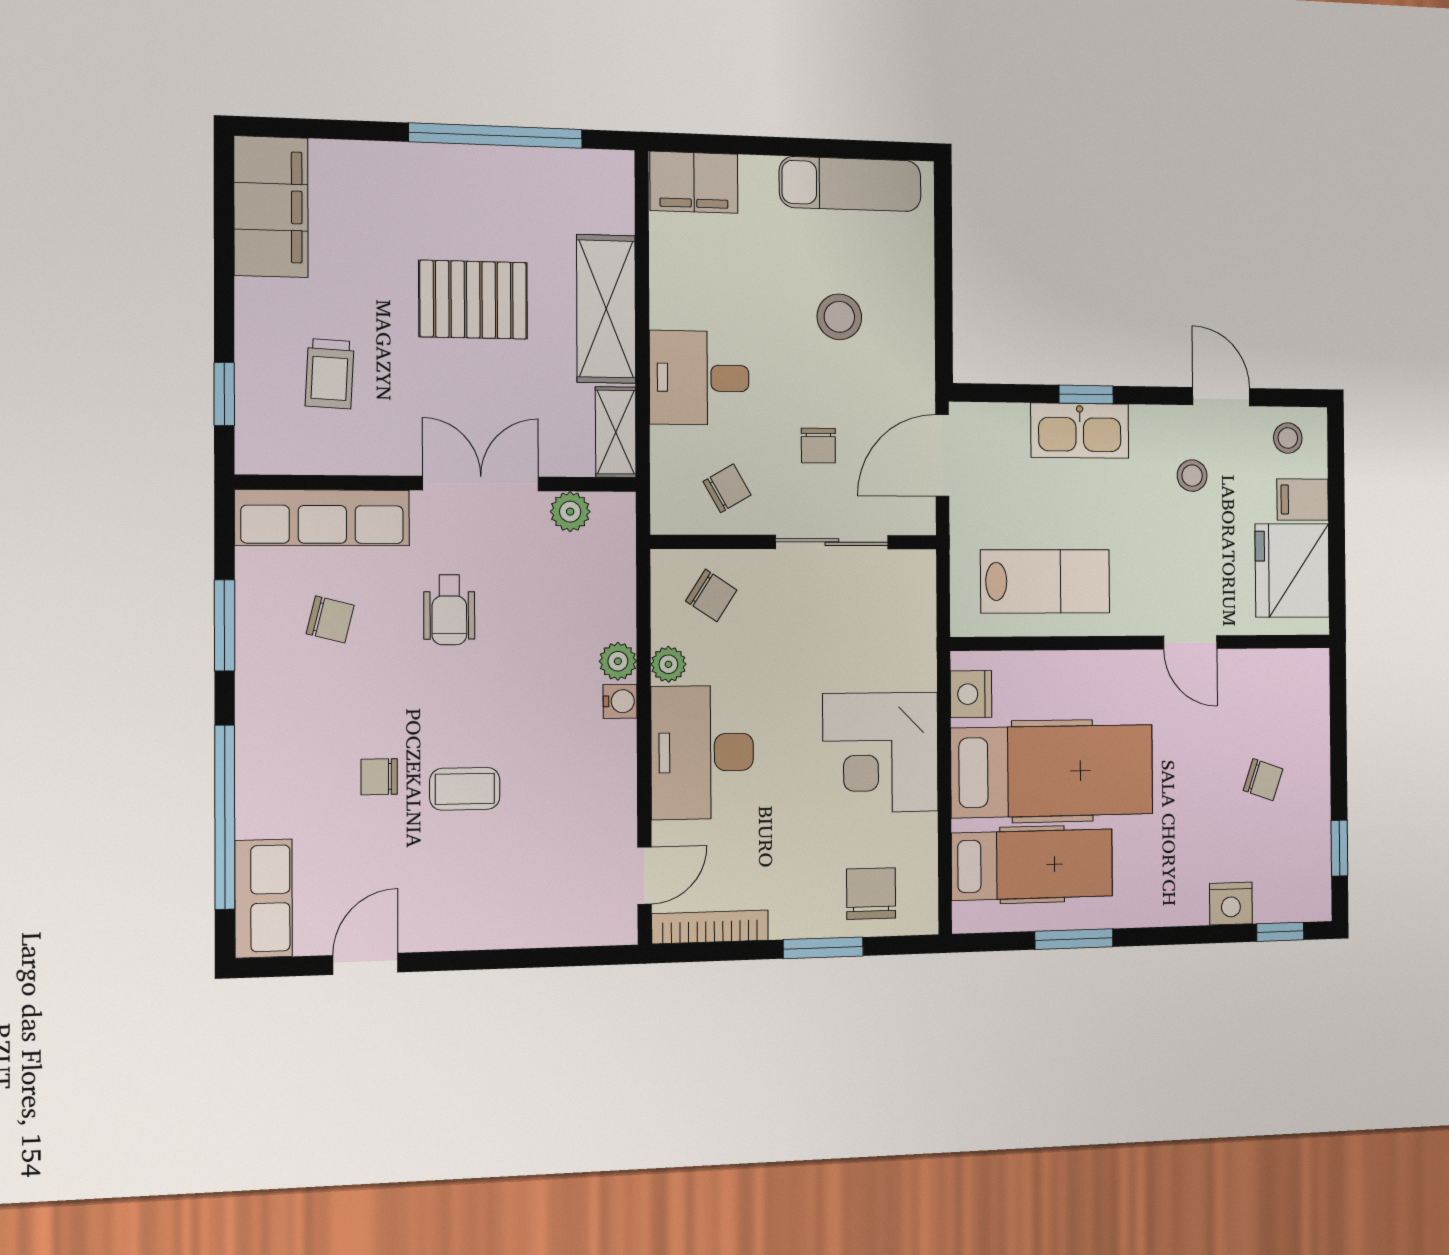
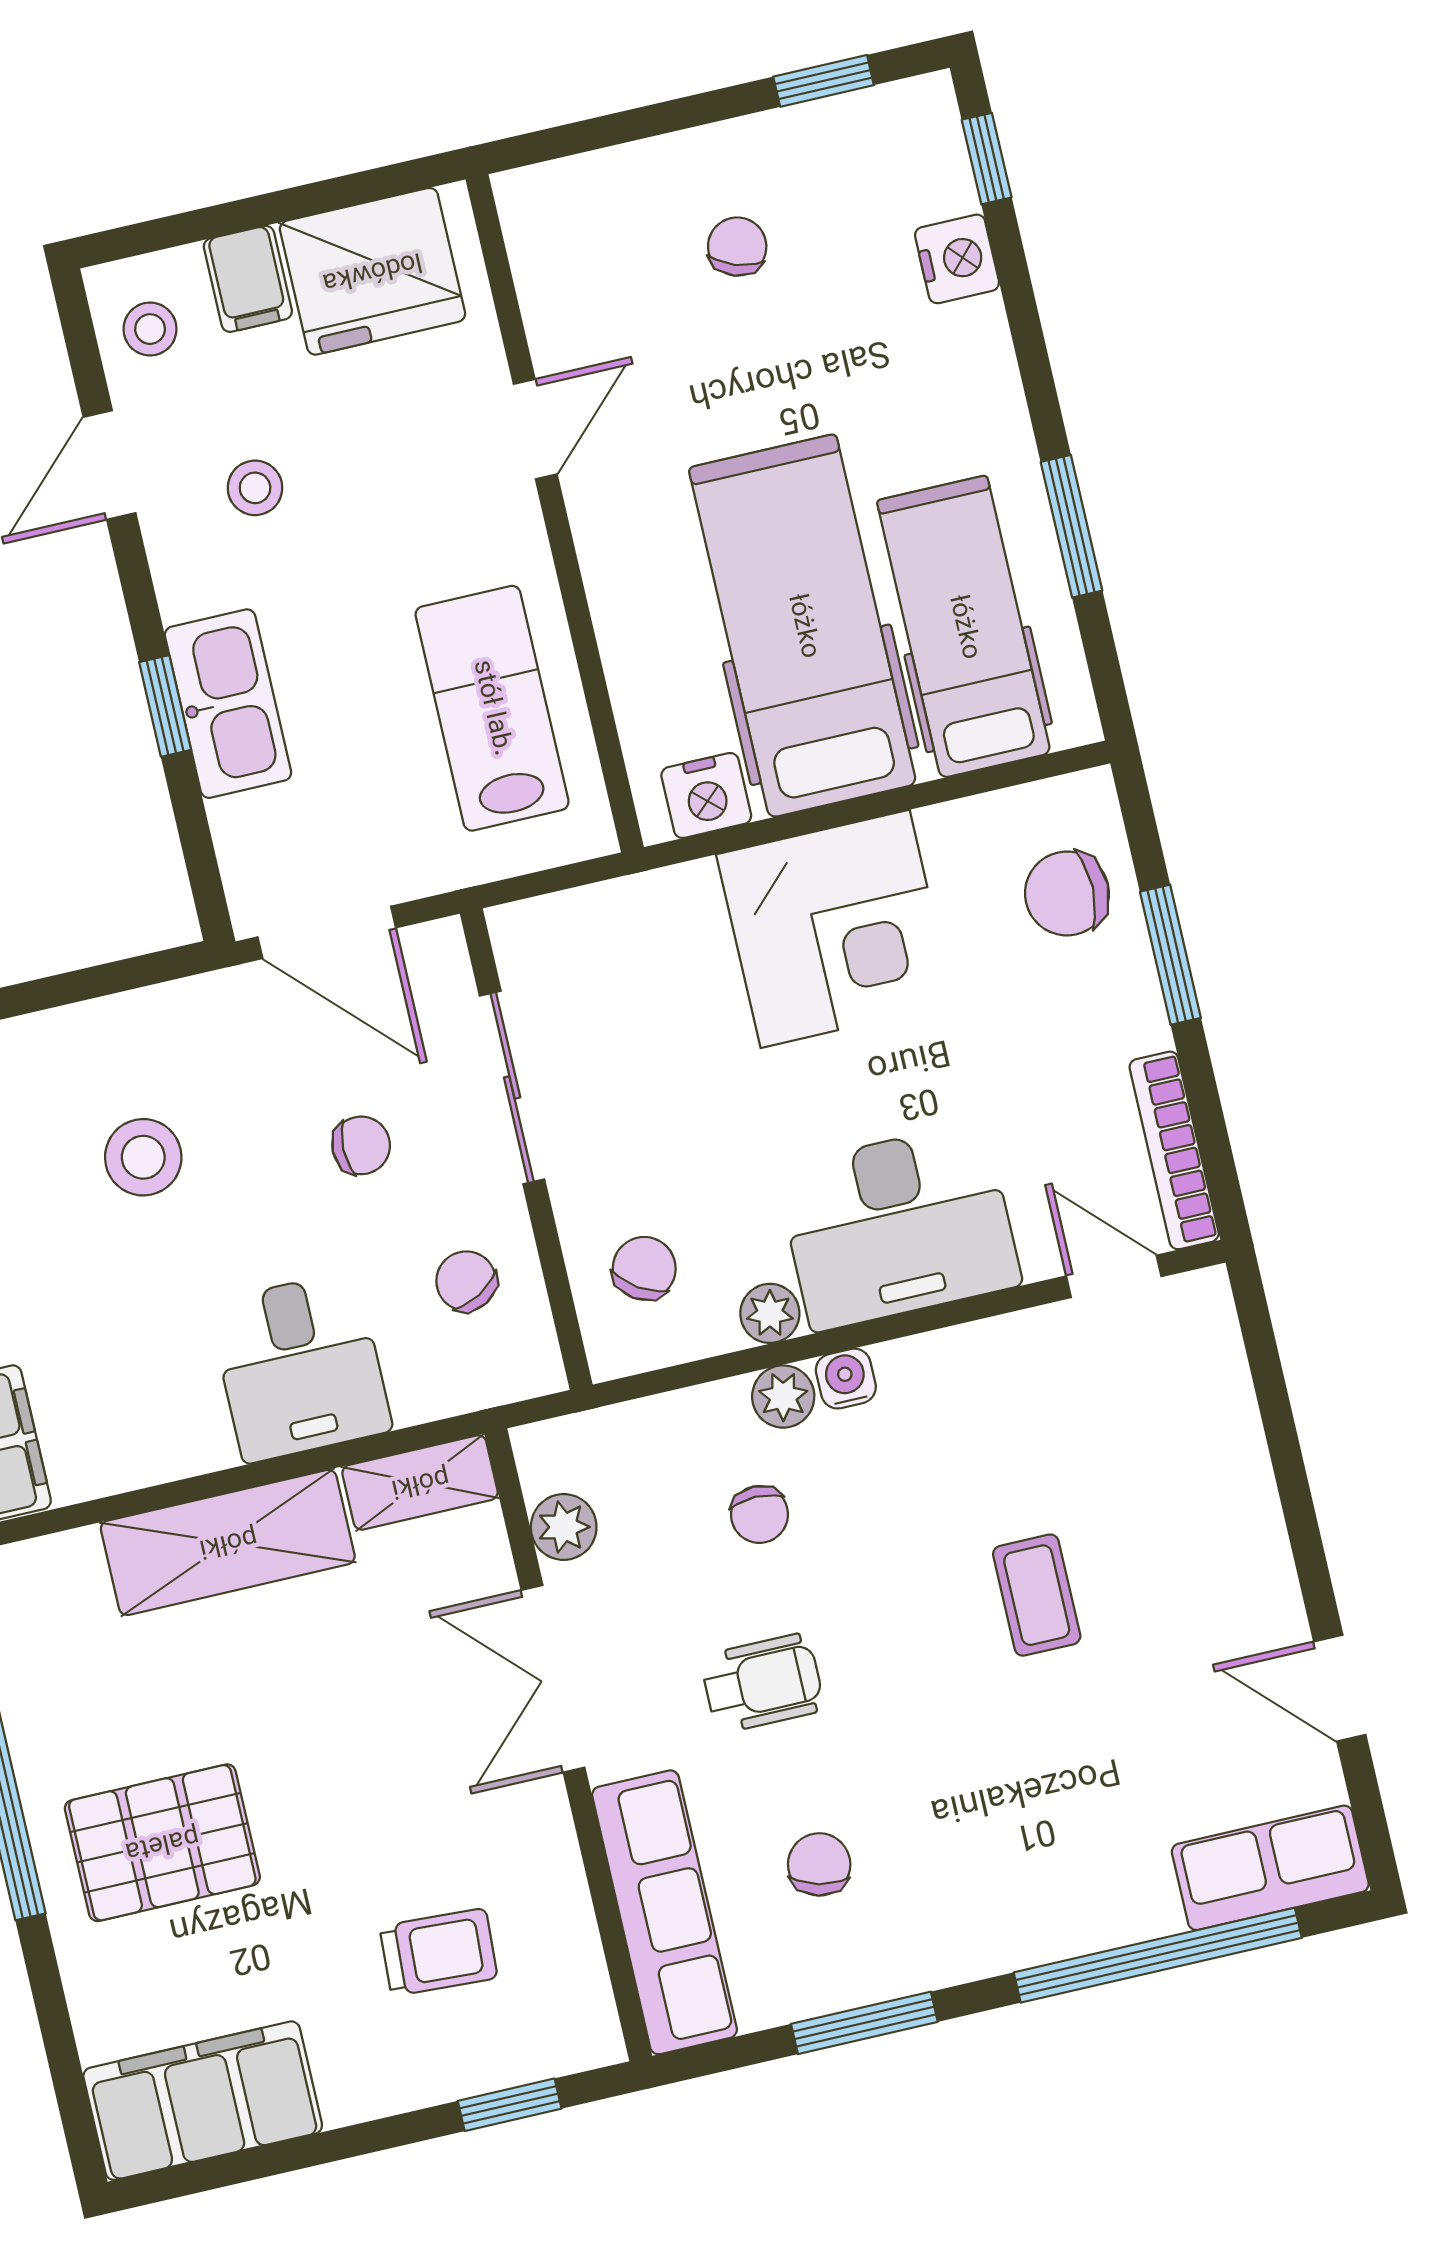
pallet: (473, 300) -> (162, 1843), moved, turned 90
chair: (379, 777) -> (759, 1514), moved

